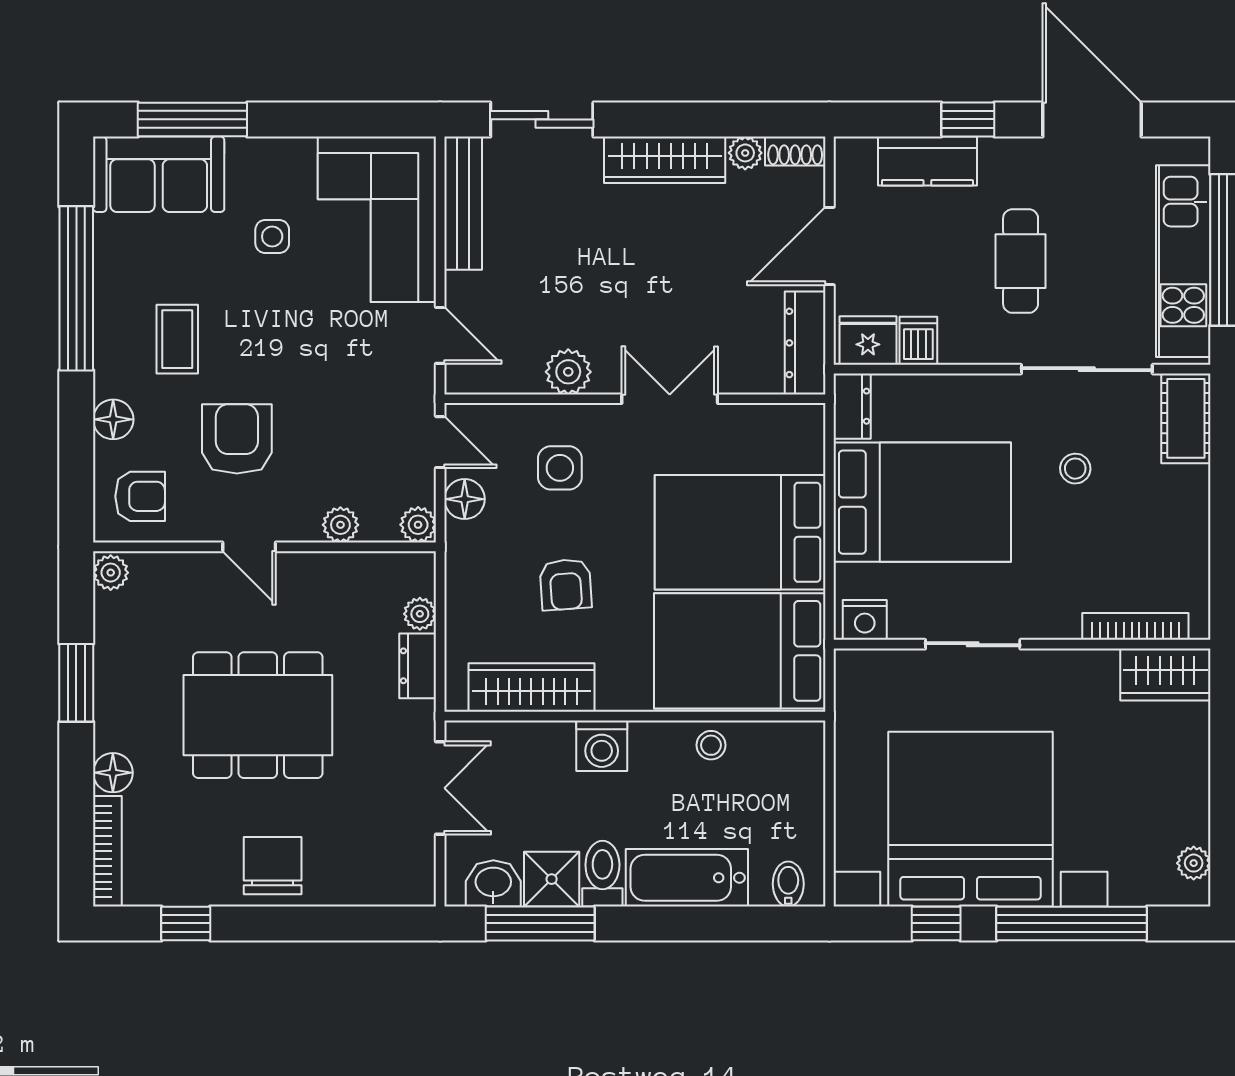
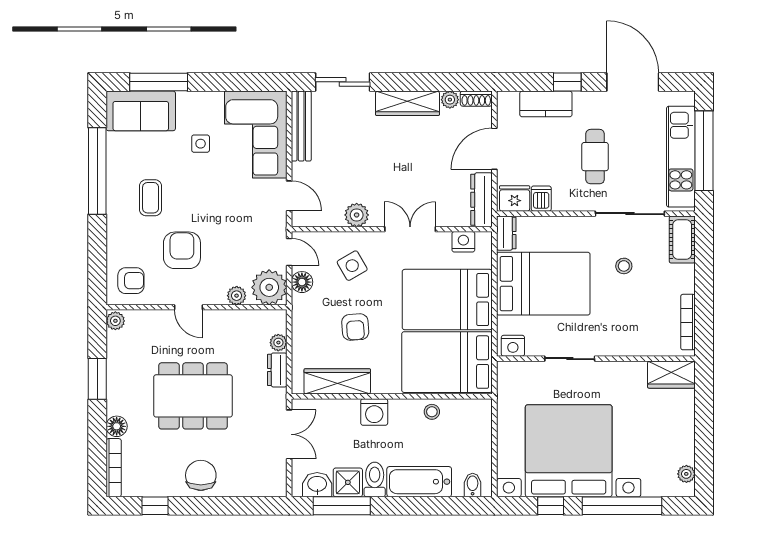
floor lamp: (113, 419) -> (117, 240), removed
nightstand: (771, 423) -> (463, 242), added
side table: (560, 468) -> (352, 266), turned -30
plant: (418, 525) -> (269, 287), width x1.87, depth x1.87
bookcase: (1135, 626) -> (688, 322), moved, turned -90

